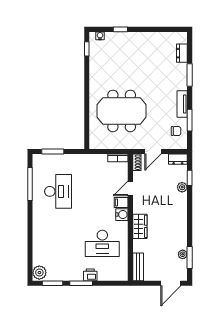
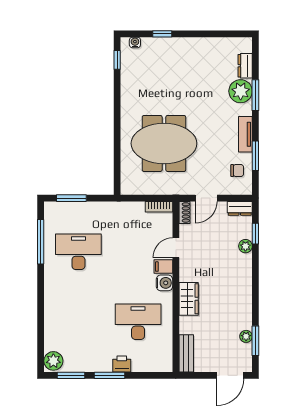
plant: (179, 72) -> (241, 91), added
desk: (58, 191) -> (78, 252), turned -90
desk: (102, 243) -> (138, 322), turned 180

